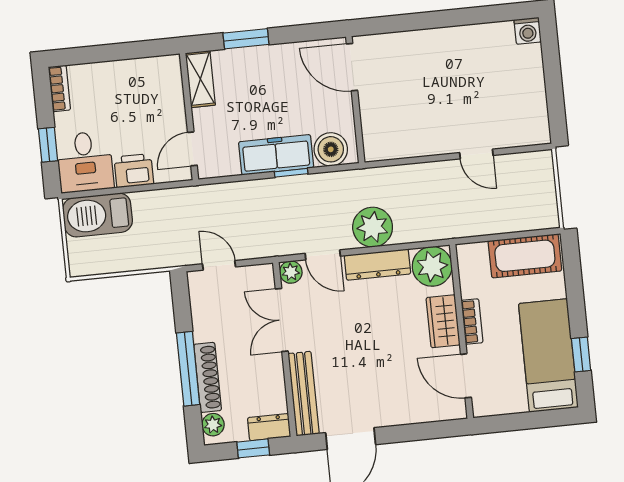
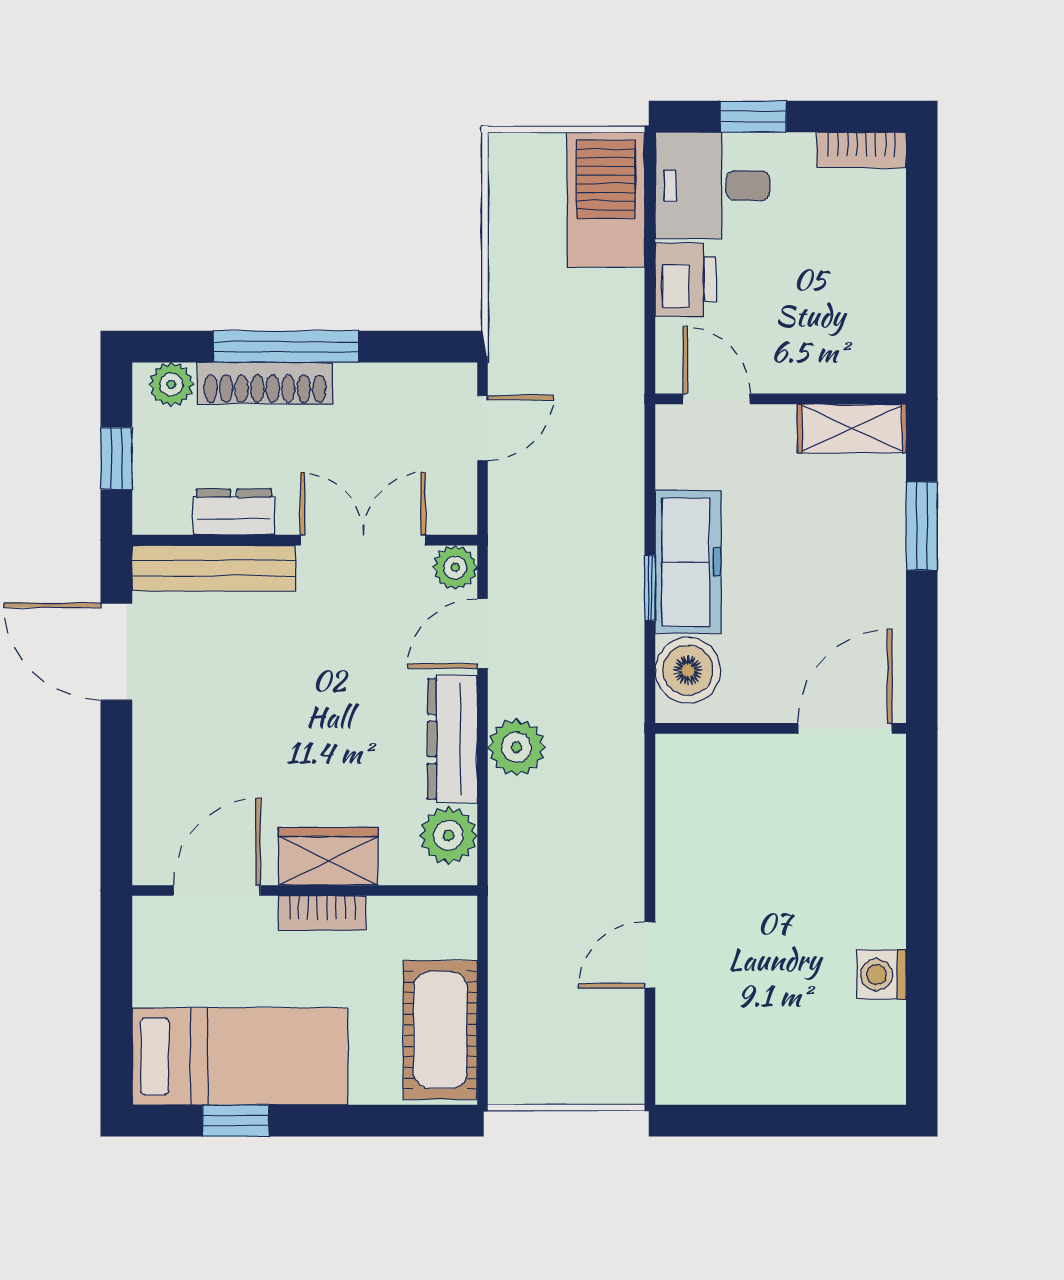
washing machine: (528, 31) -> (881, 975), moved
plant: (373, 227) -> (517, 747), width x0.73, depth x0.73
plant: (432, 266) -> (449, 835), width x0.73, depth x0.73
dresser: (269, 427) -> (234, 512), moved, turned -90

